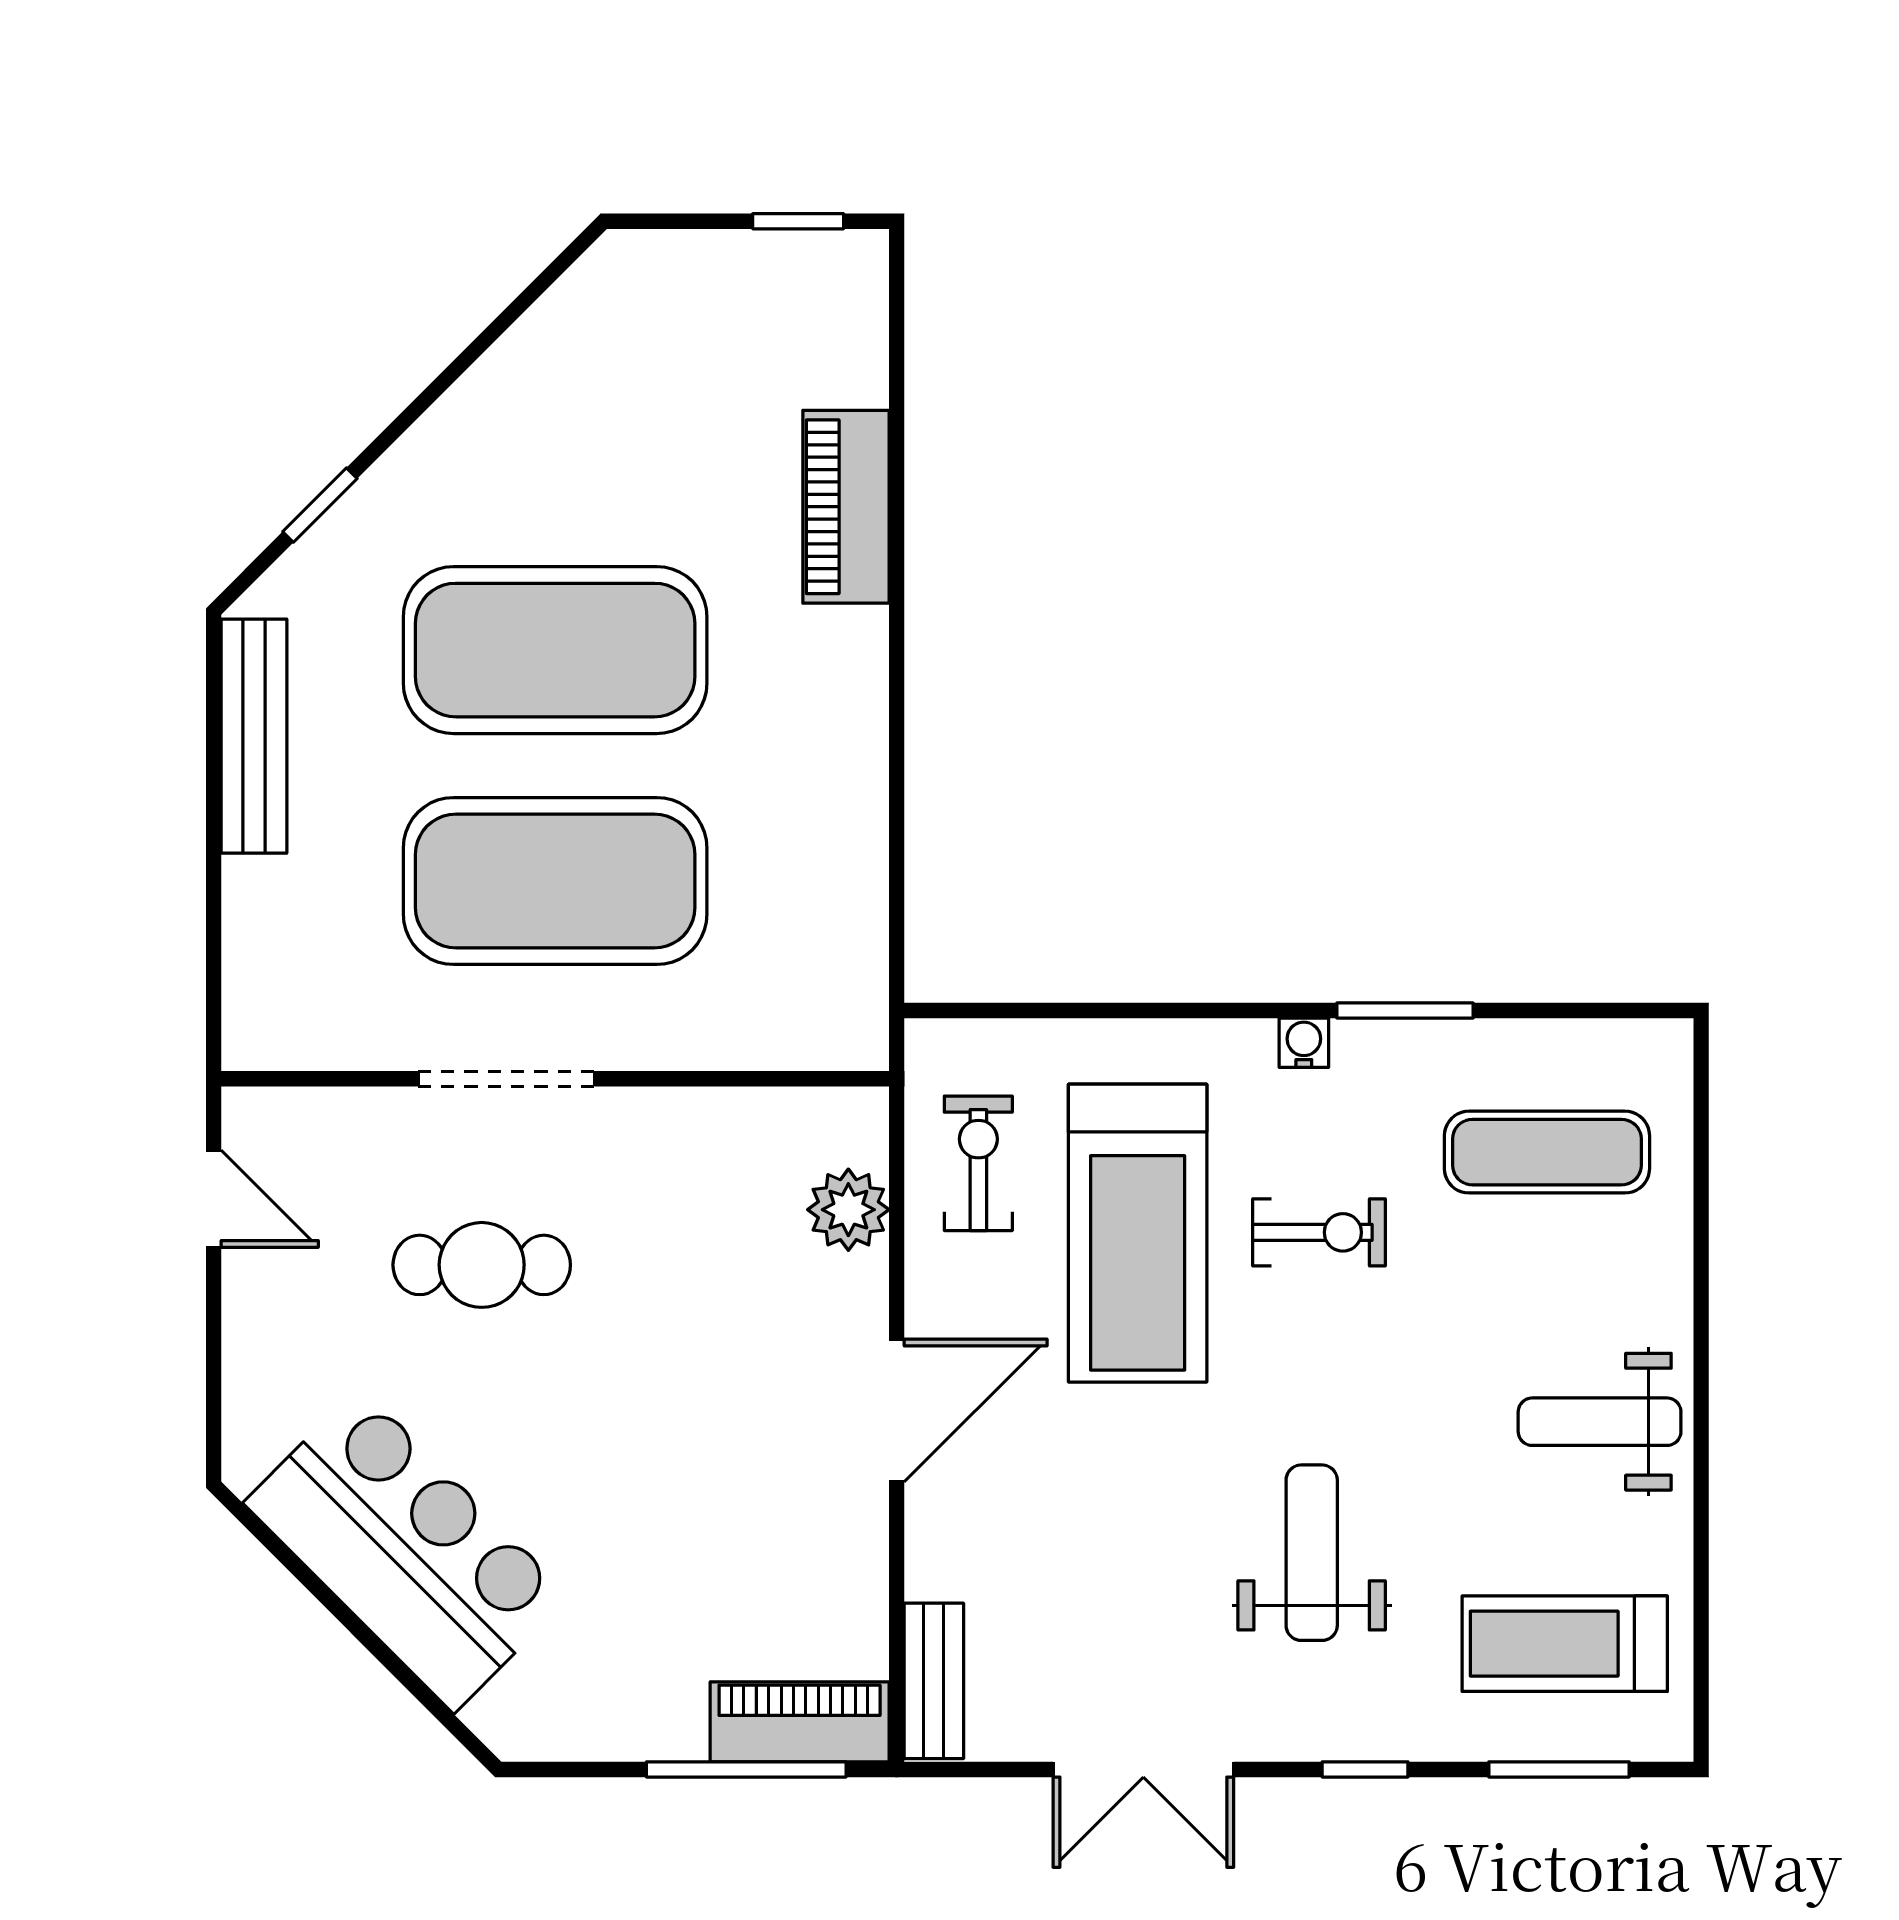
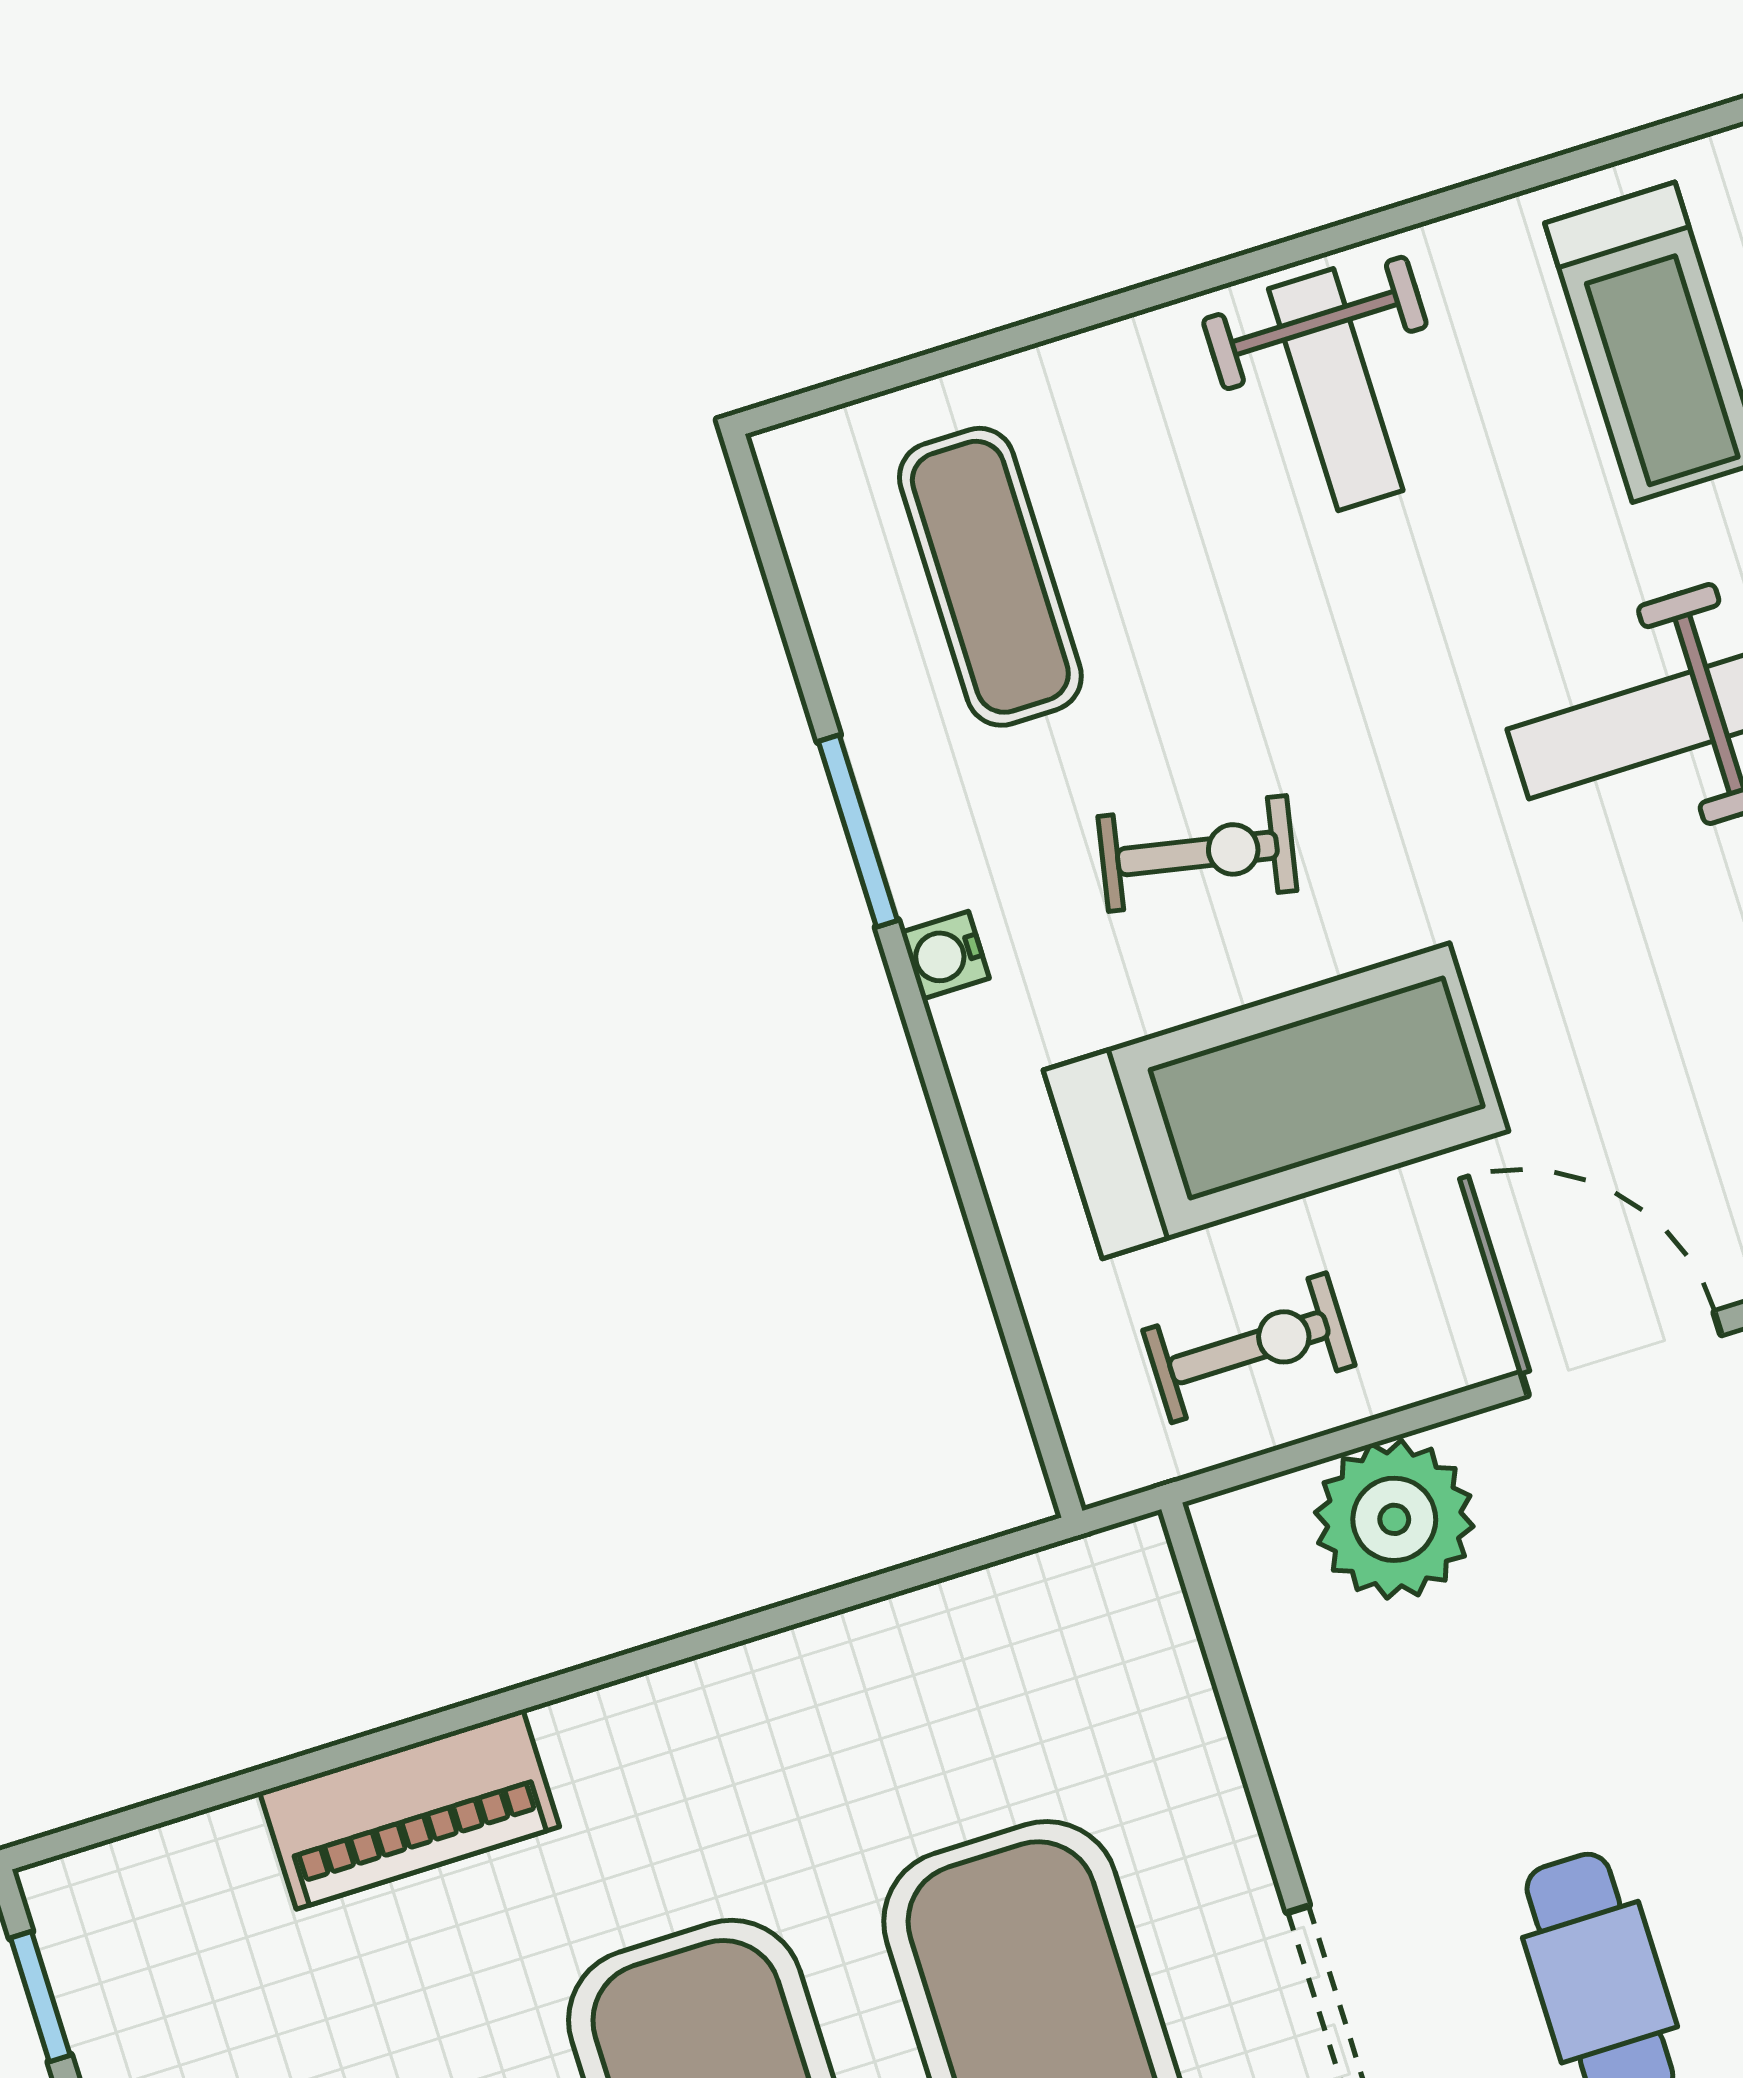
exercise bike: (978, 1163) -> (1249, 1348), turned 180
plant: (848, 1210) -> (1394, 1519), width x1.36, depth x1.36
exercise bike: (1319, 1232) -> (1197, 853), turned 101

